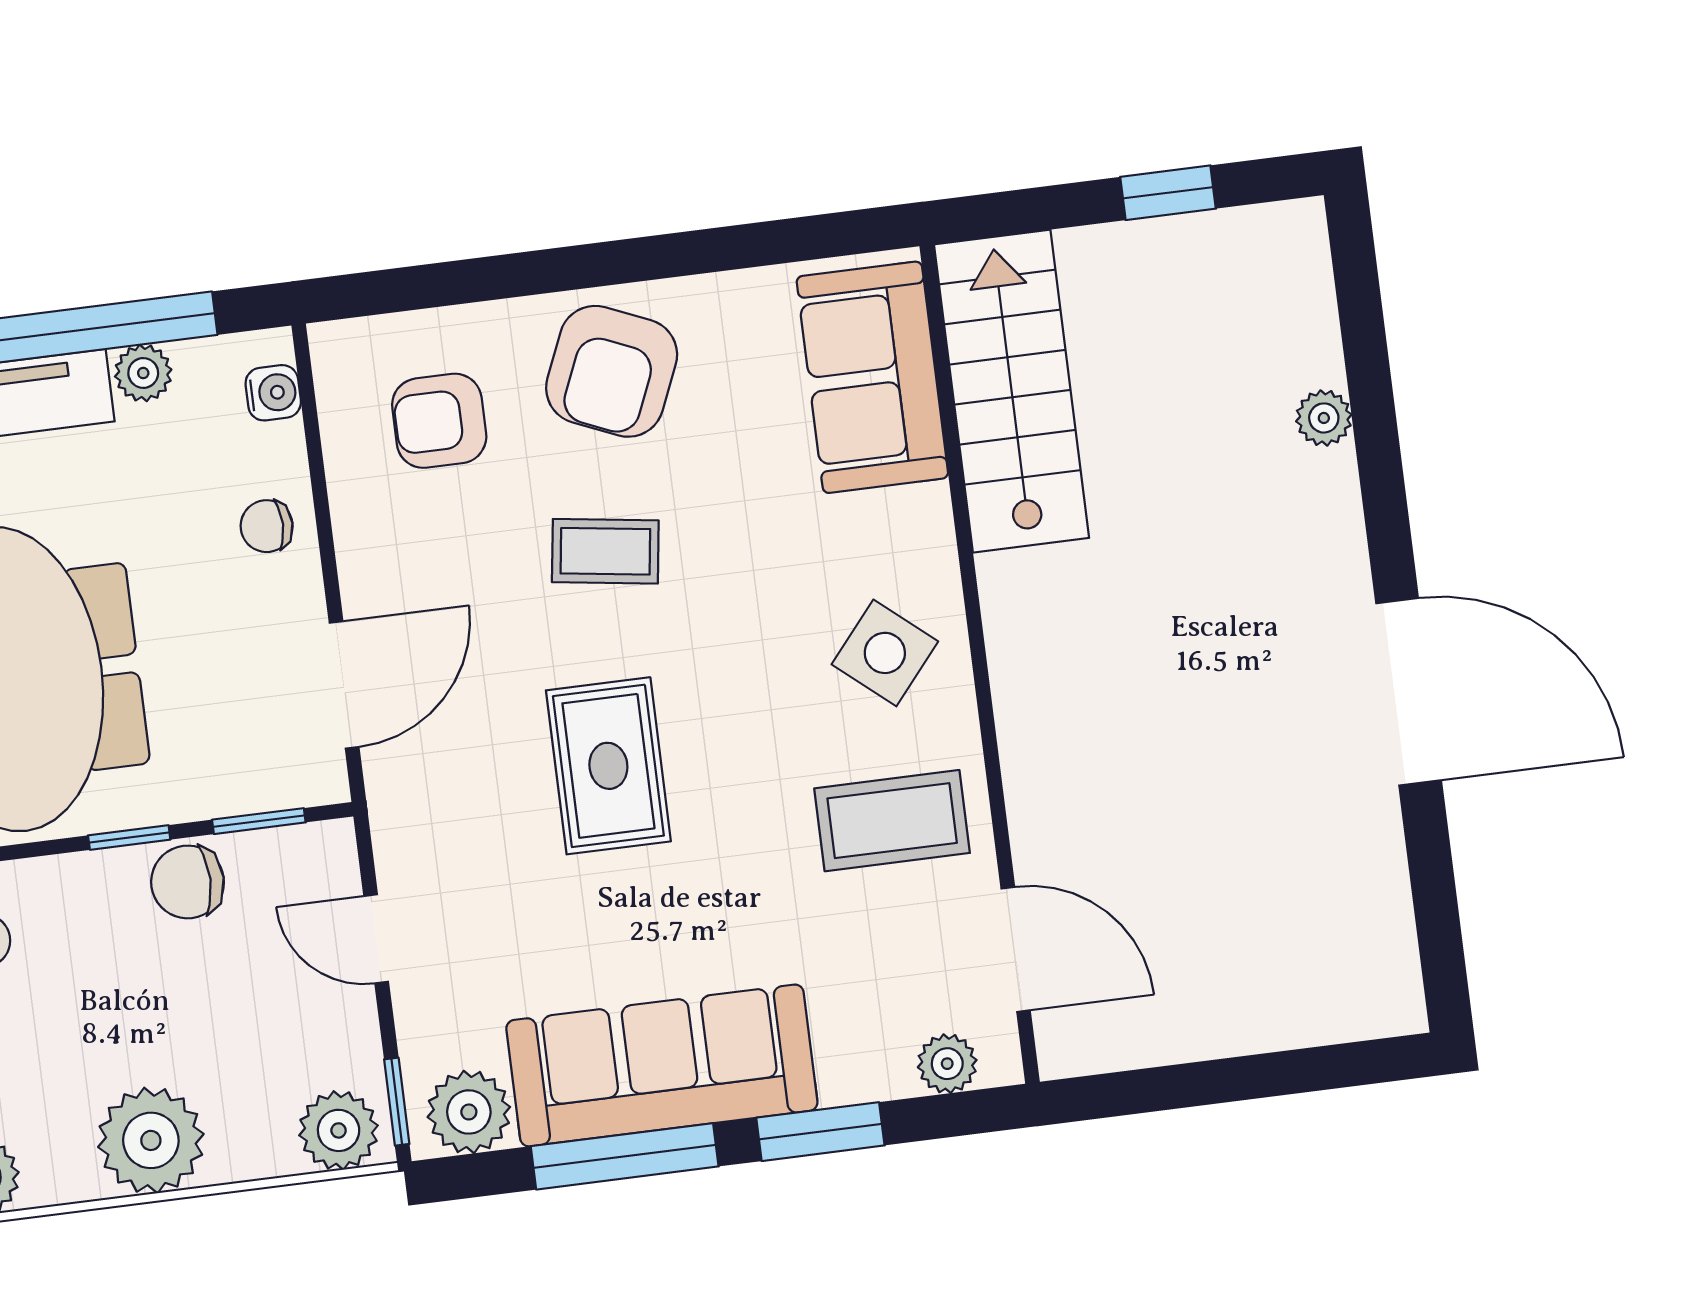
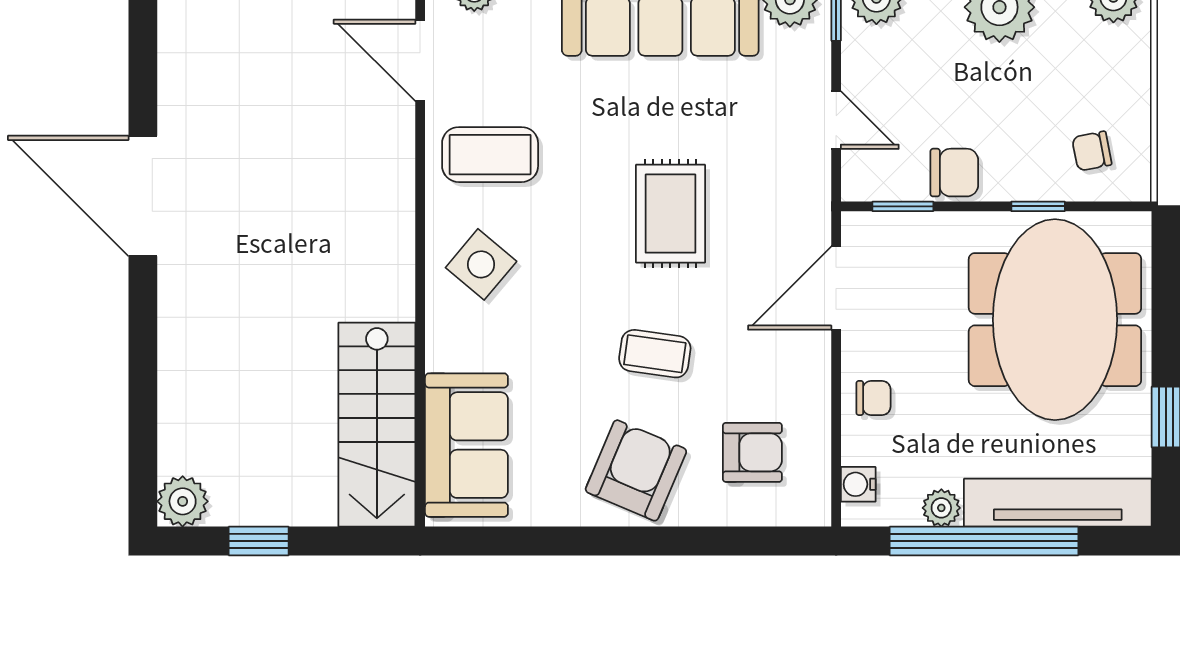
plant: (1324, 418) -> (183, 501), moved, width x1.38, depth x1.38
window: (129, 837) -> (1038, 206), moved

